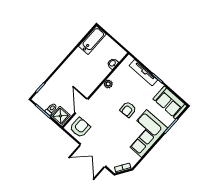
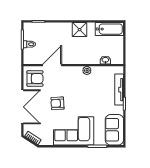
armchair: (128, 109) -> (57, 103), moved
shower: (60, 116) -> (80, 30), moved
double door: (93, 155) -> (22, 107), swing flipped

